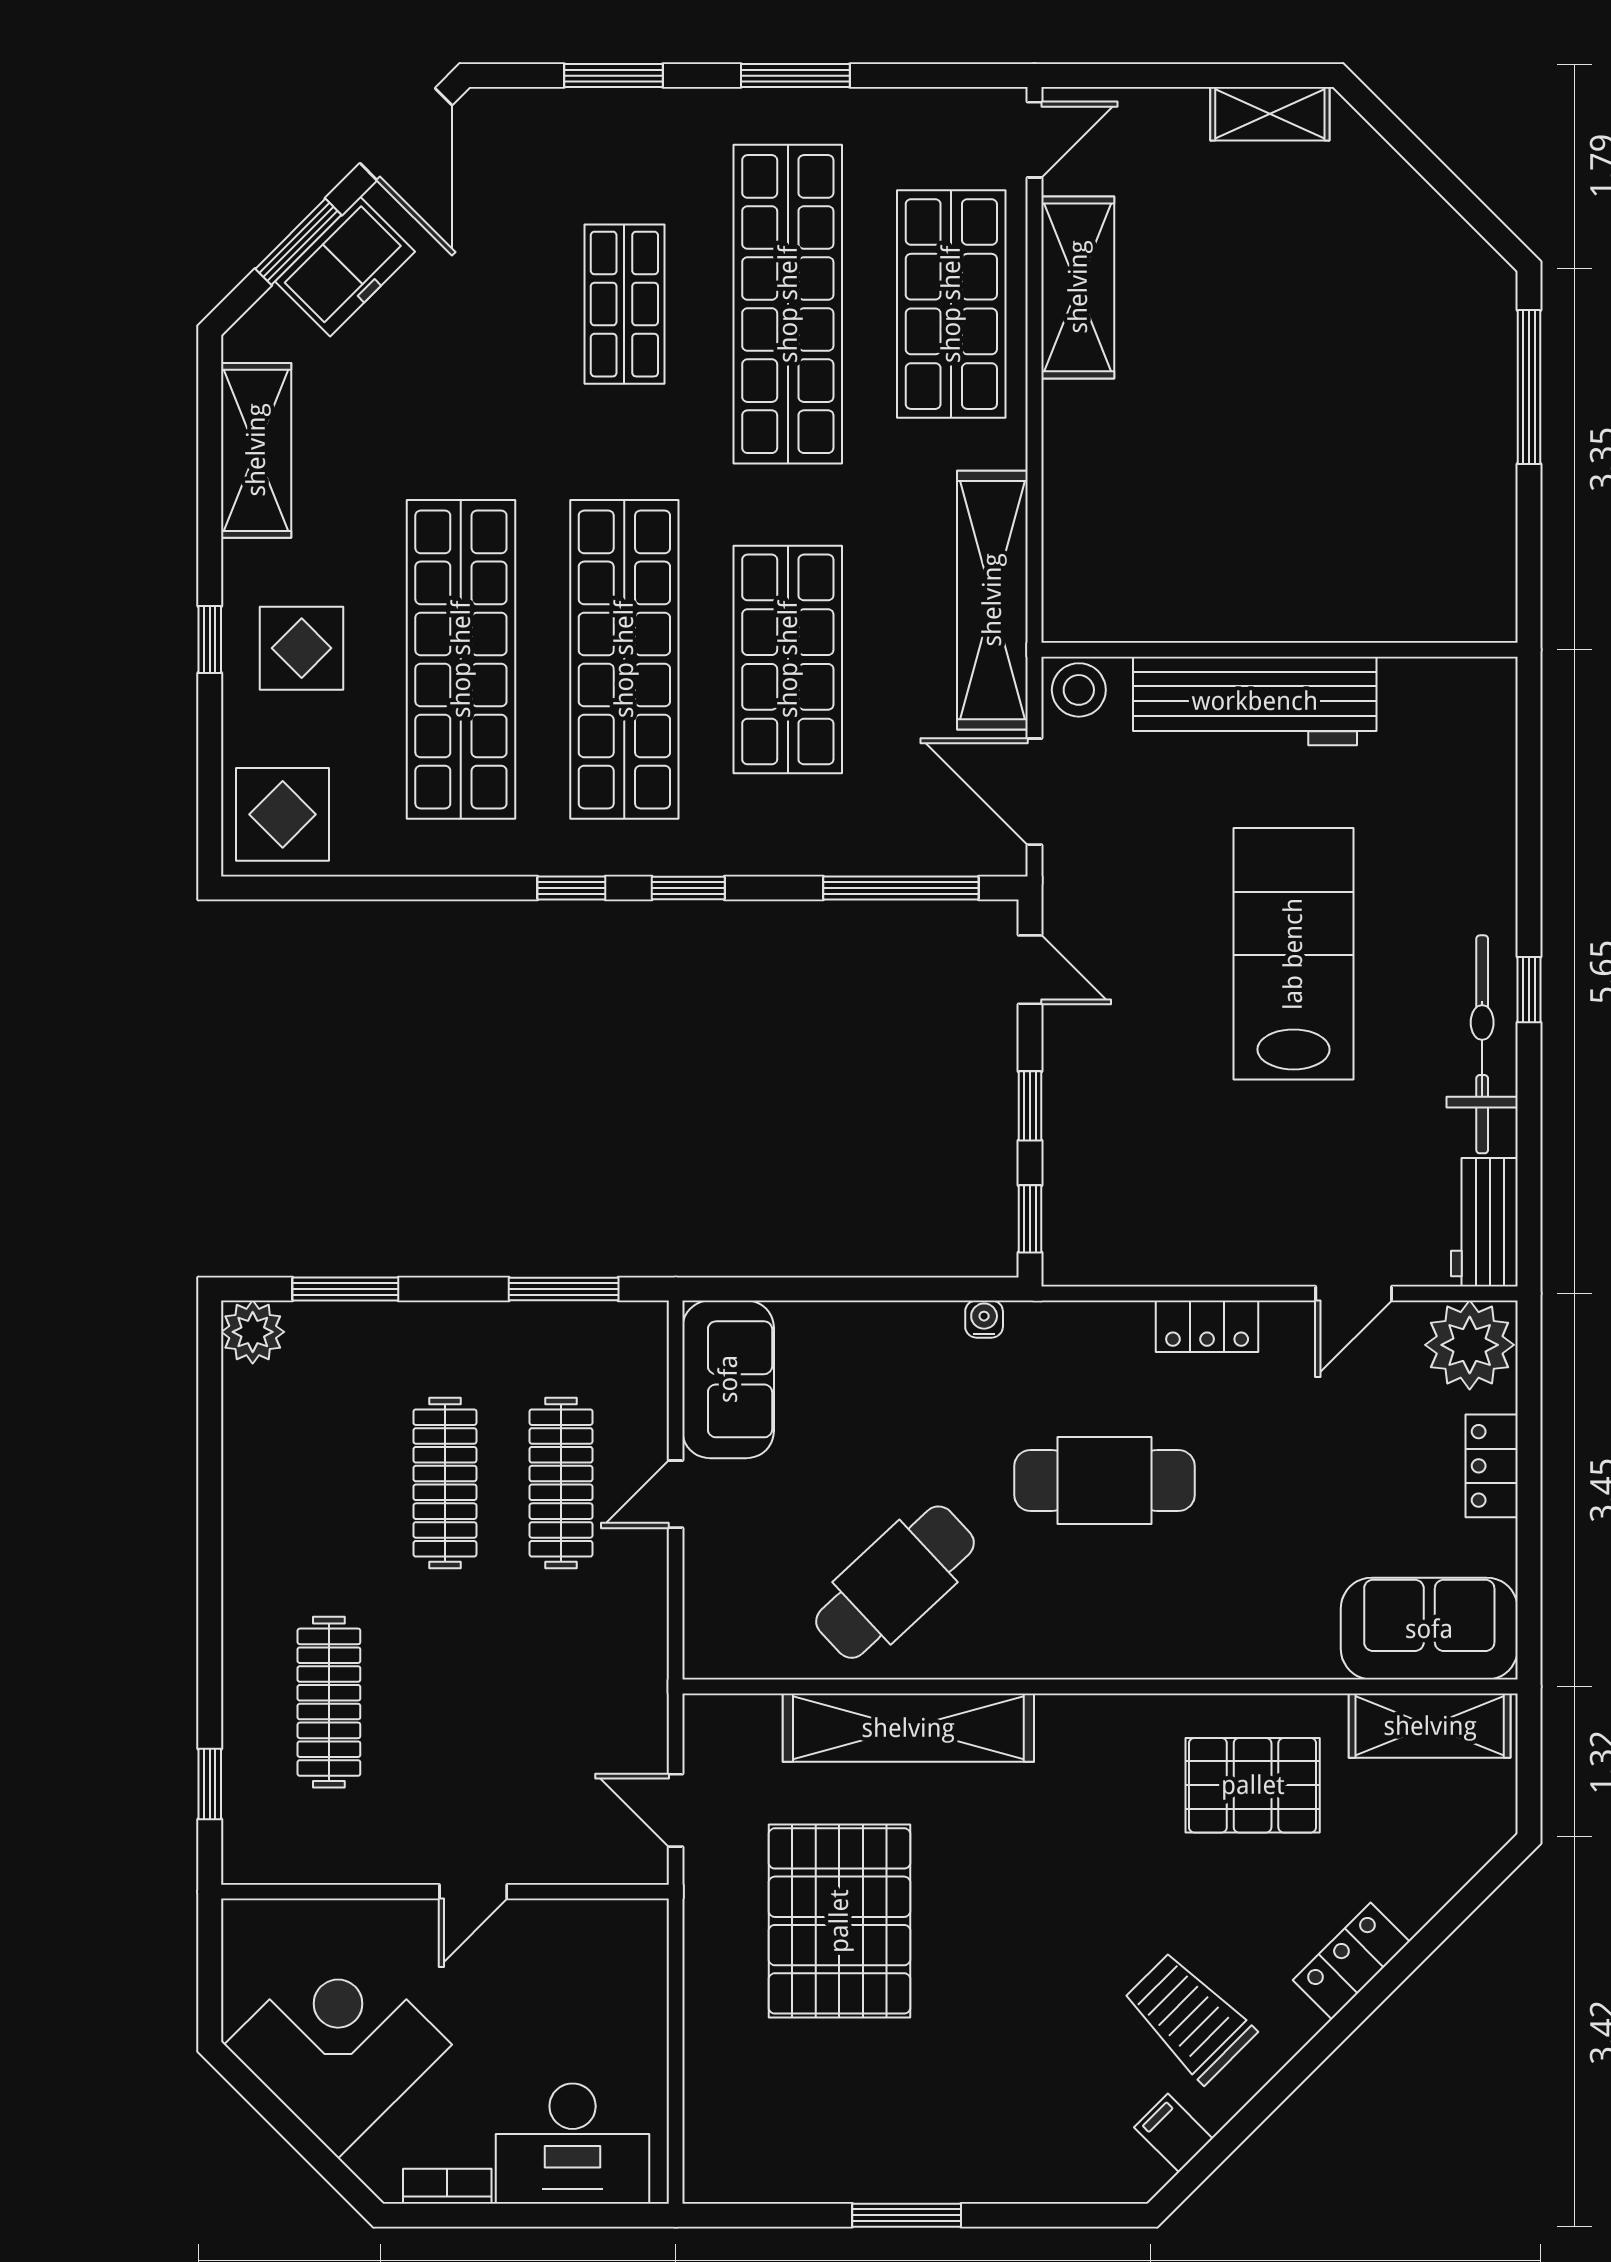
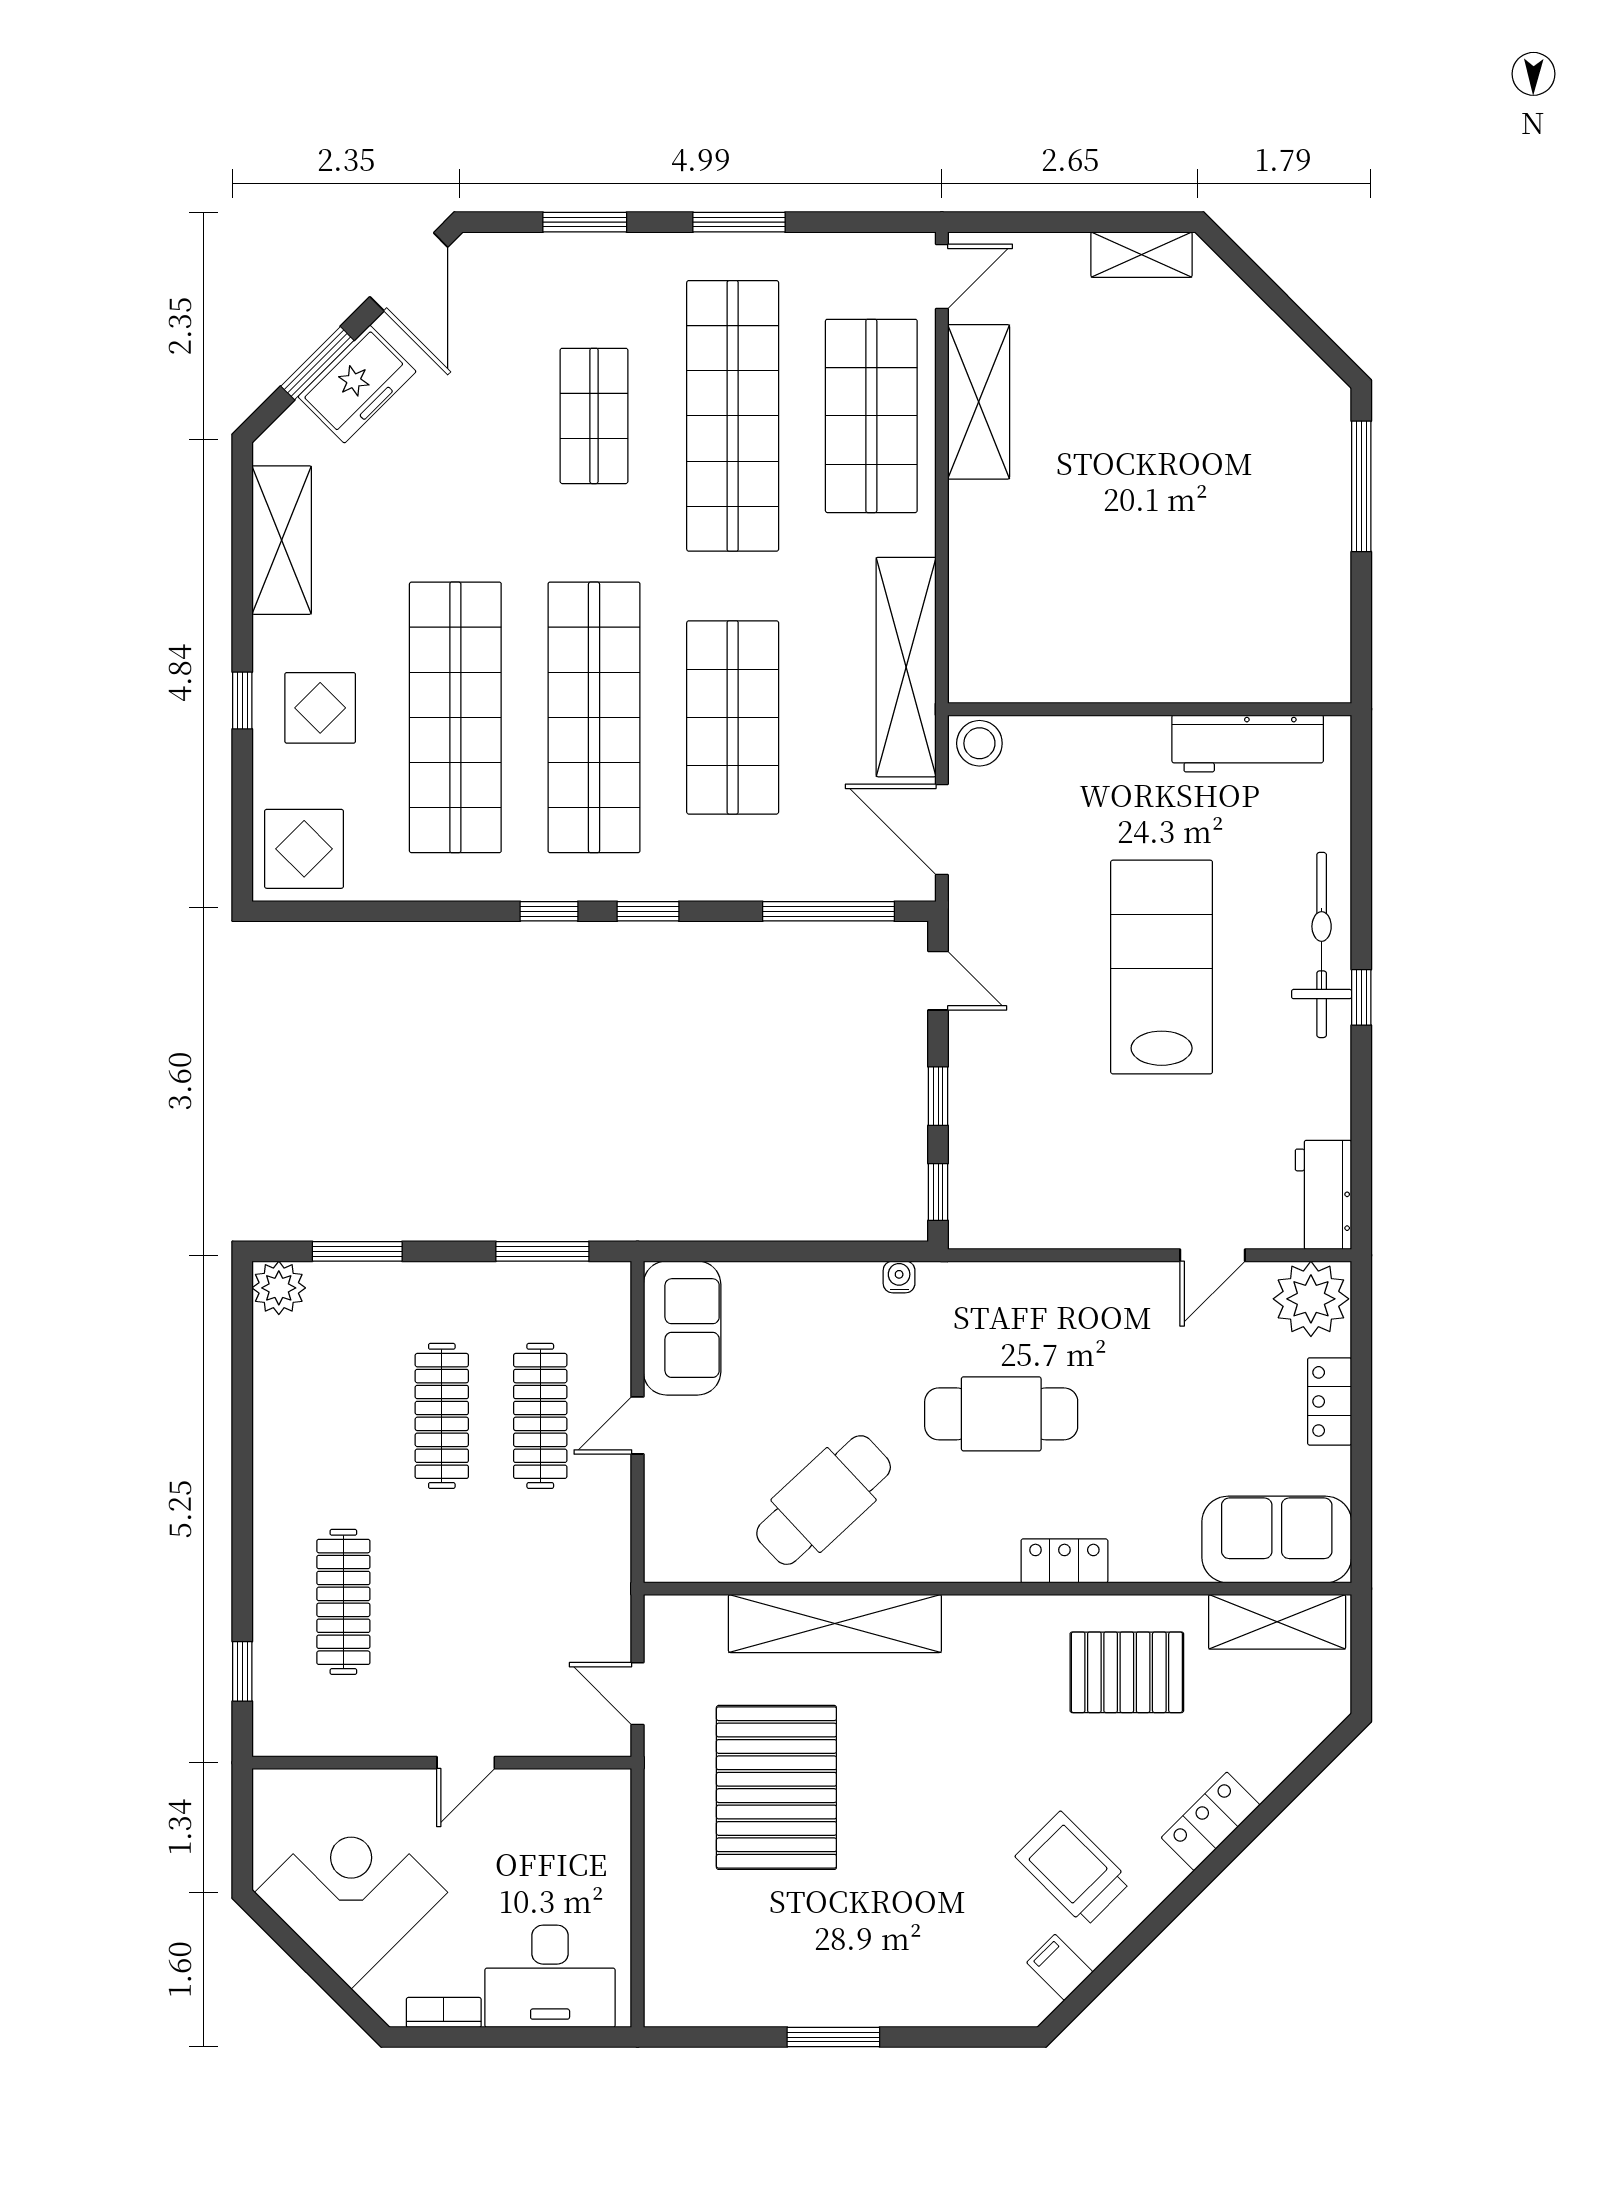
workbench: (1255, 701) -> (1248, 743), moved, width x0.73, depth x0.76
bicycle: (1482, 1044) -> (1322, 945), moved
locker: (1207, 1326) -> (1064, 1561), moved, turned 180

